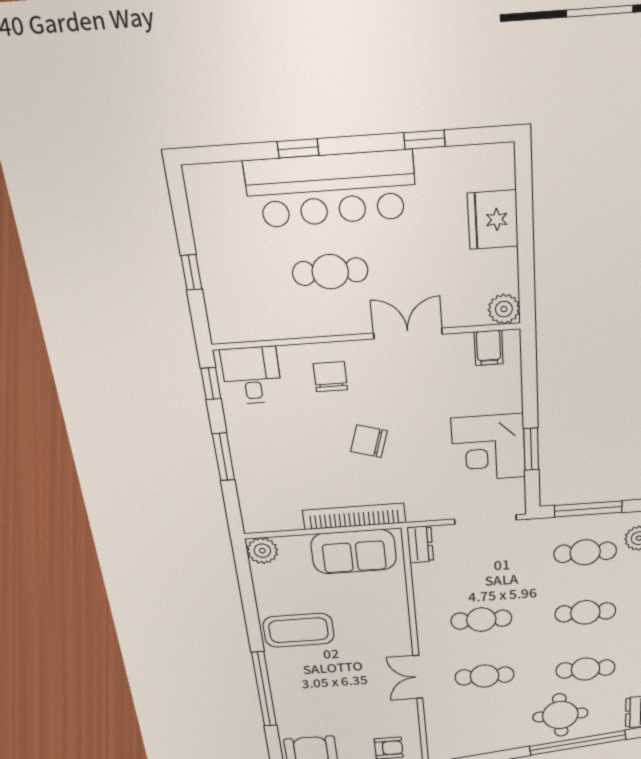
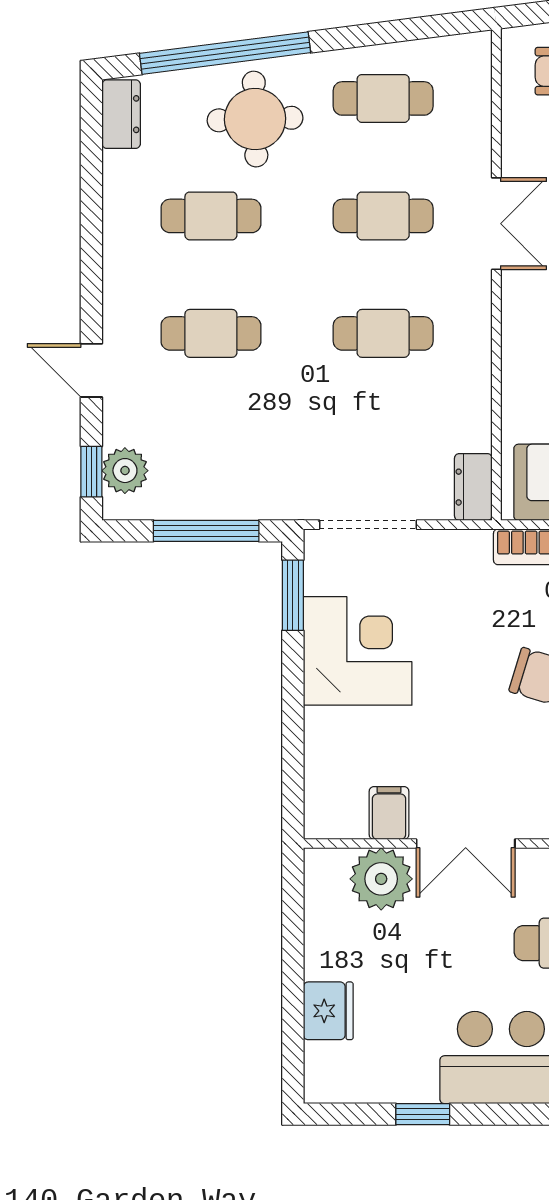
fridge: (493, 220) -> (328, 1011), width x0.73, depth x0.75
plant: (504, 309) -> (381, 879), moved, width x1.36, depth x1.36
filing cabinet: (489, 348) -> (389, 813), moved
window: (531, 449) -> (293, 595), moved
cafe table: (585, 552) -> (383, 98), moved

